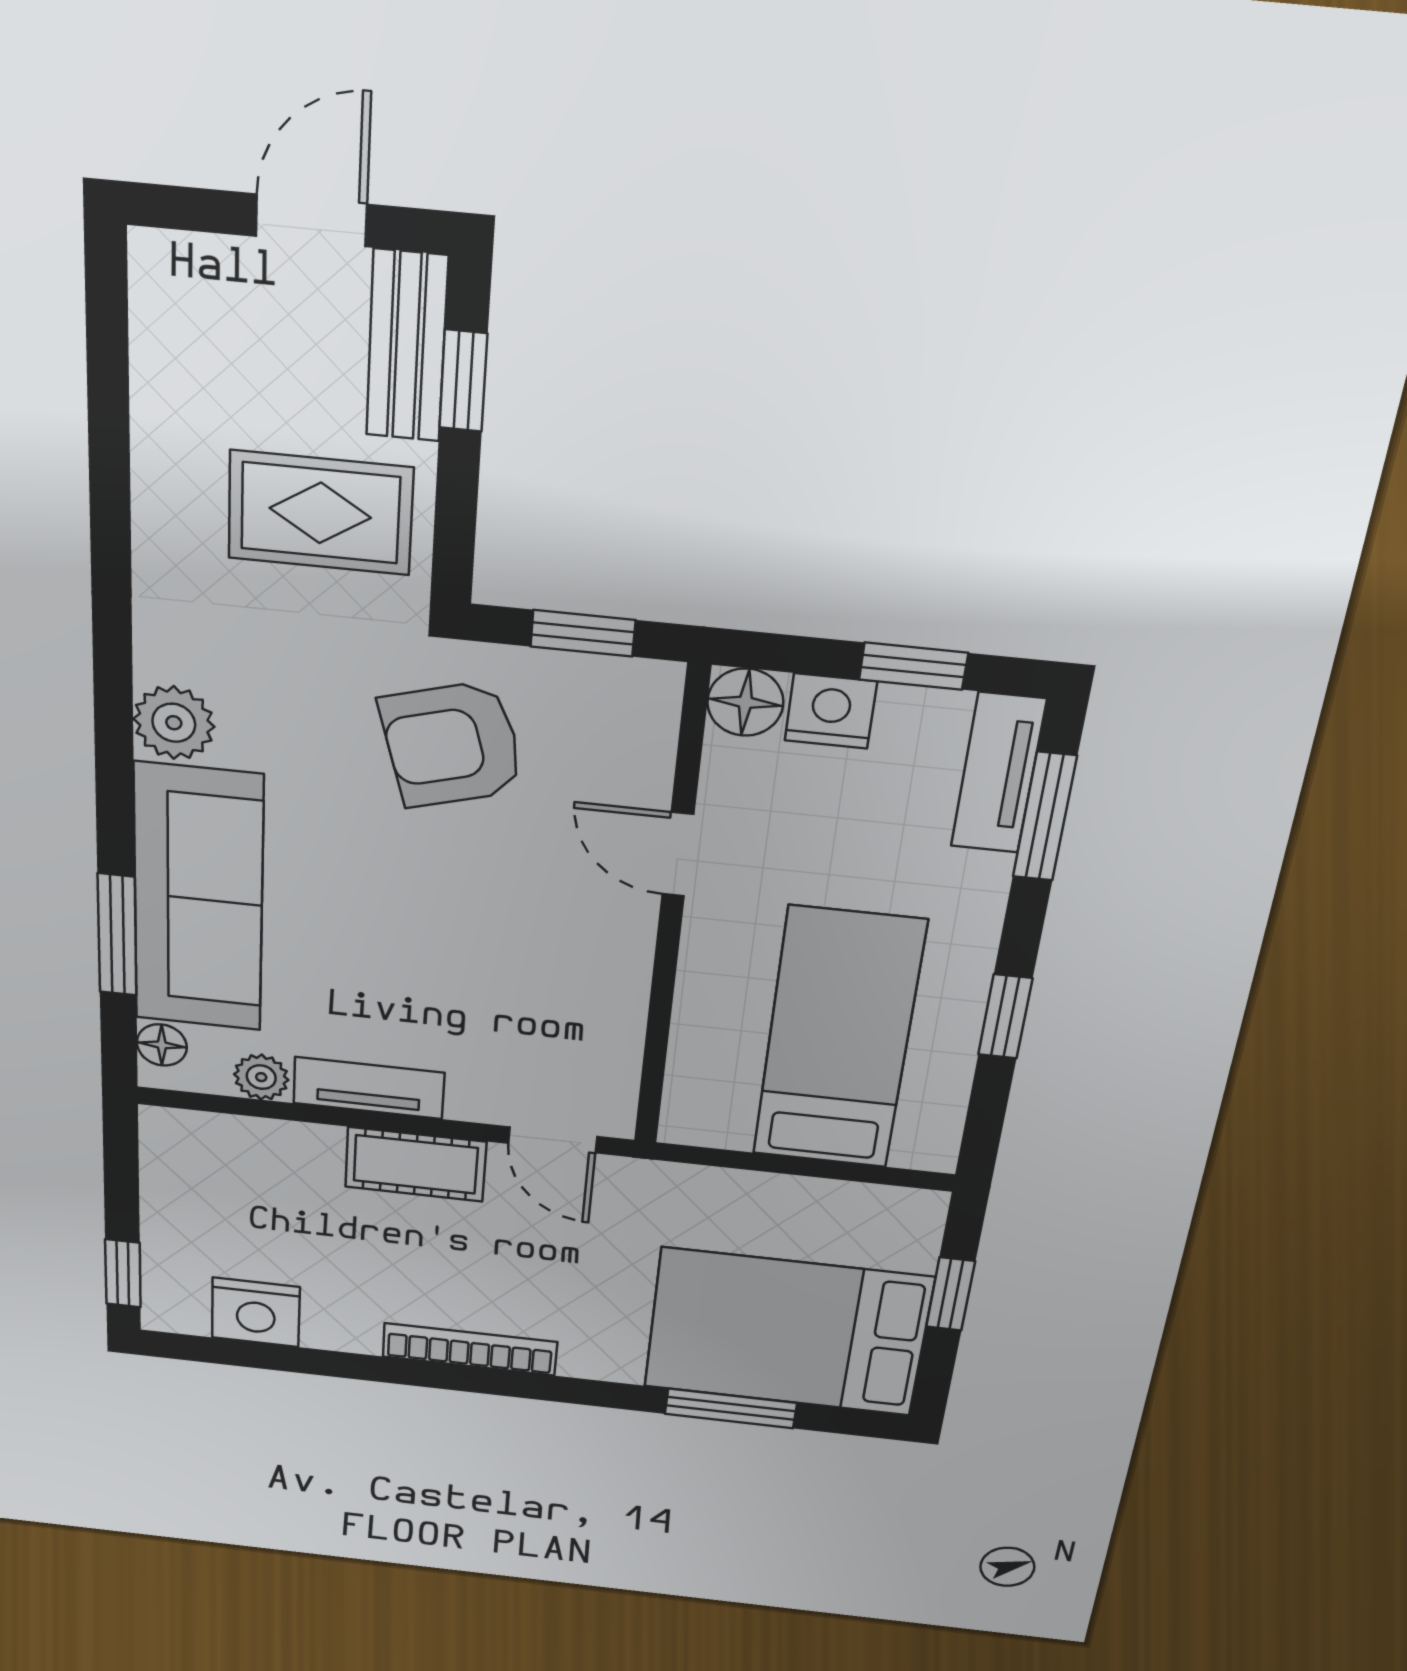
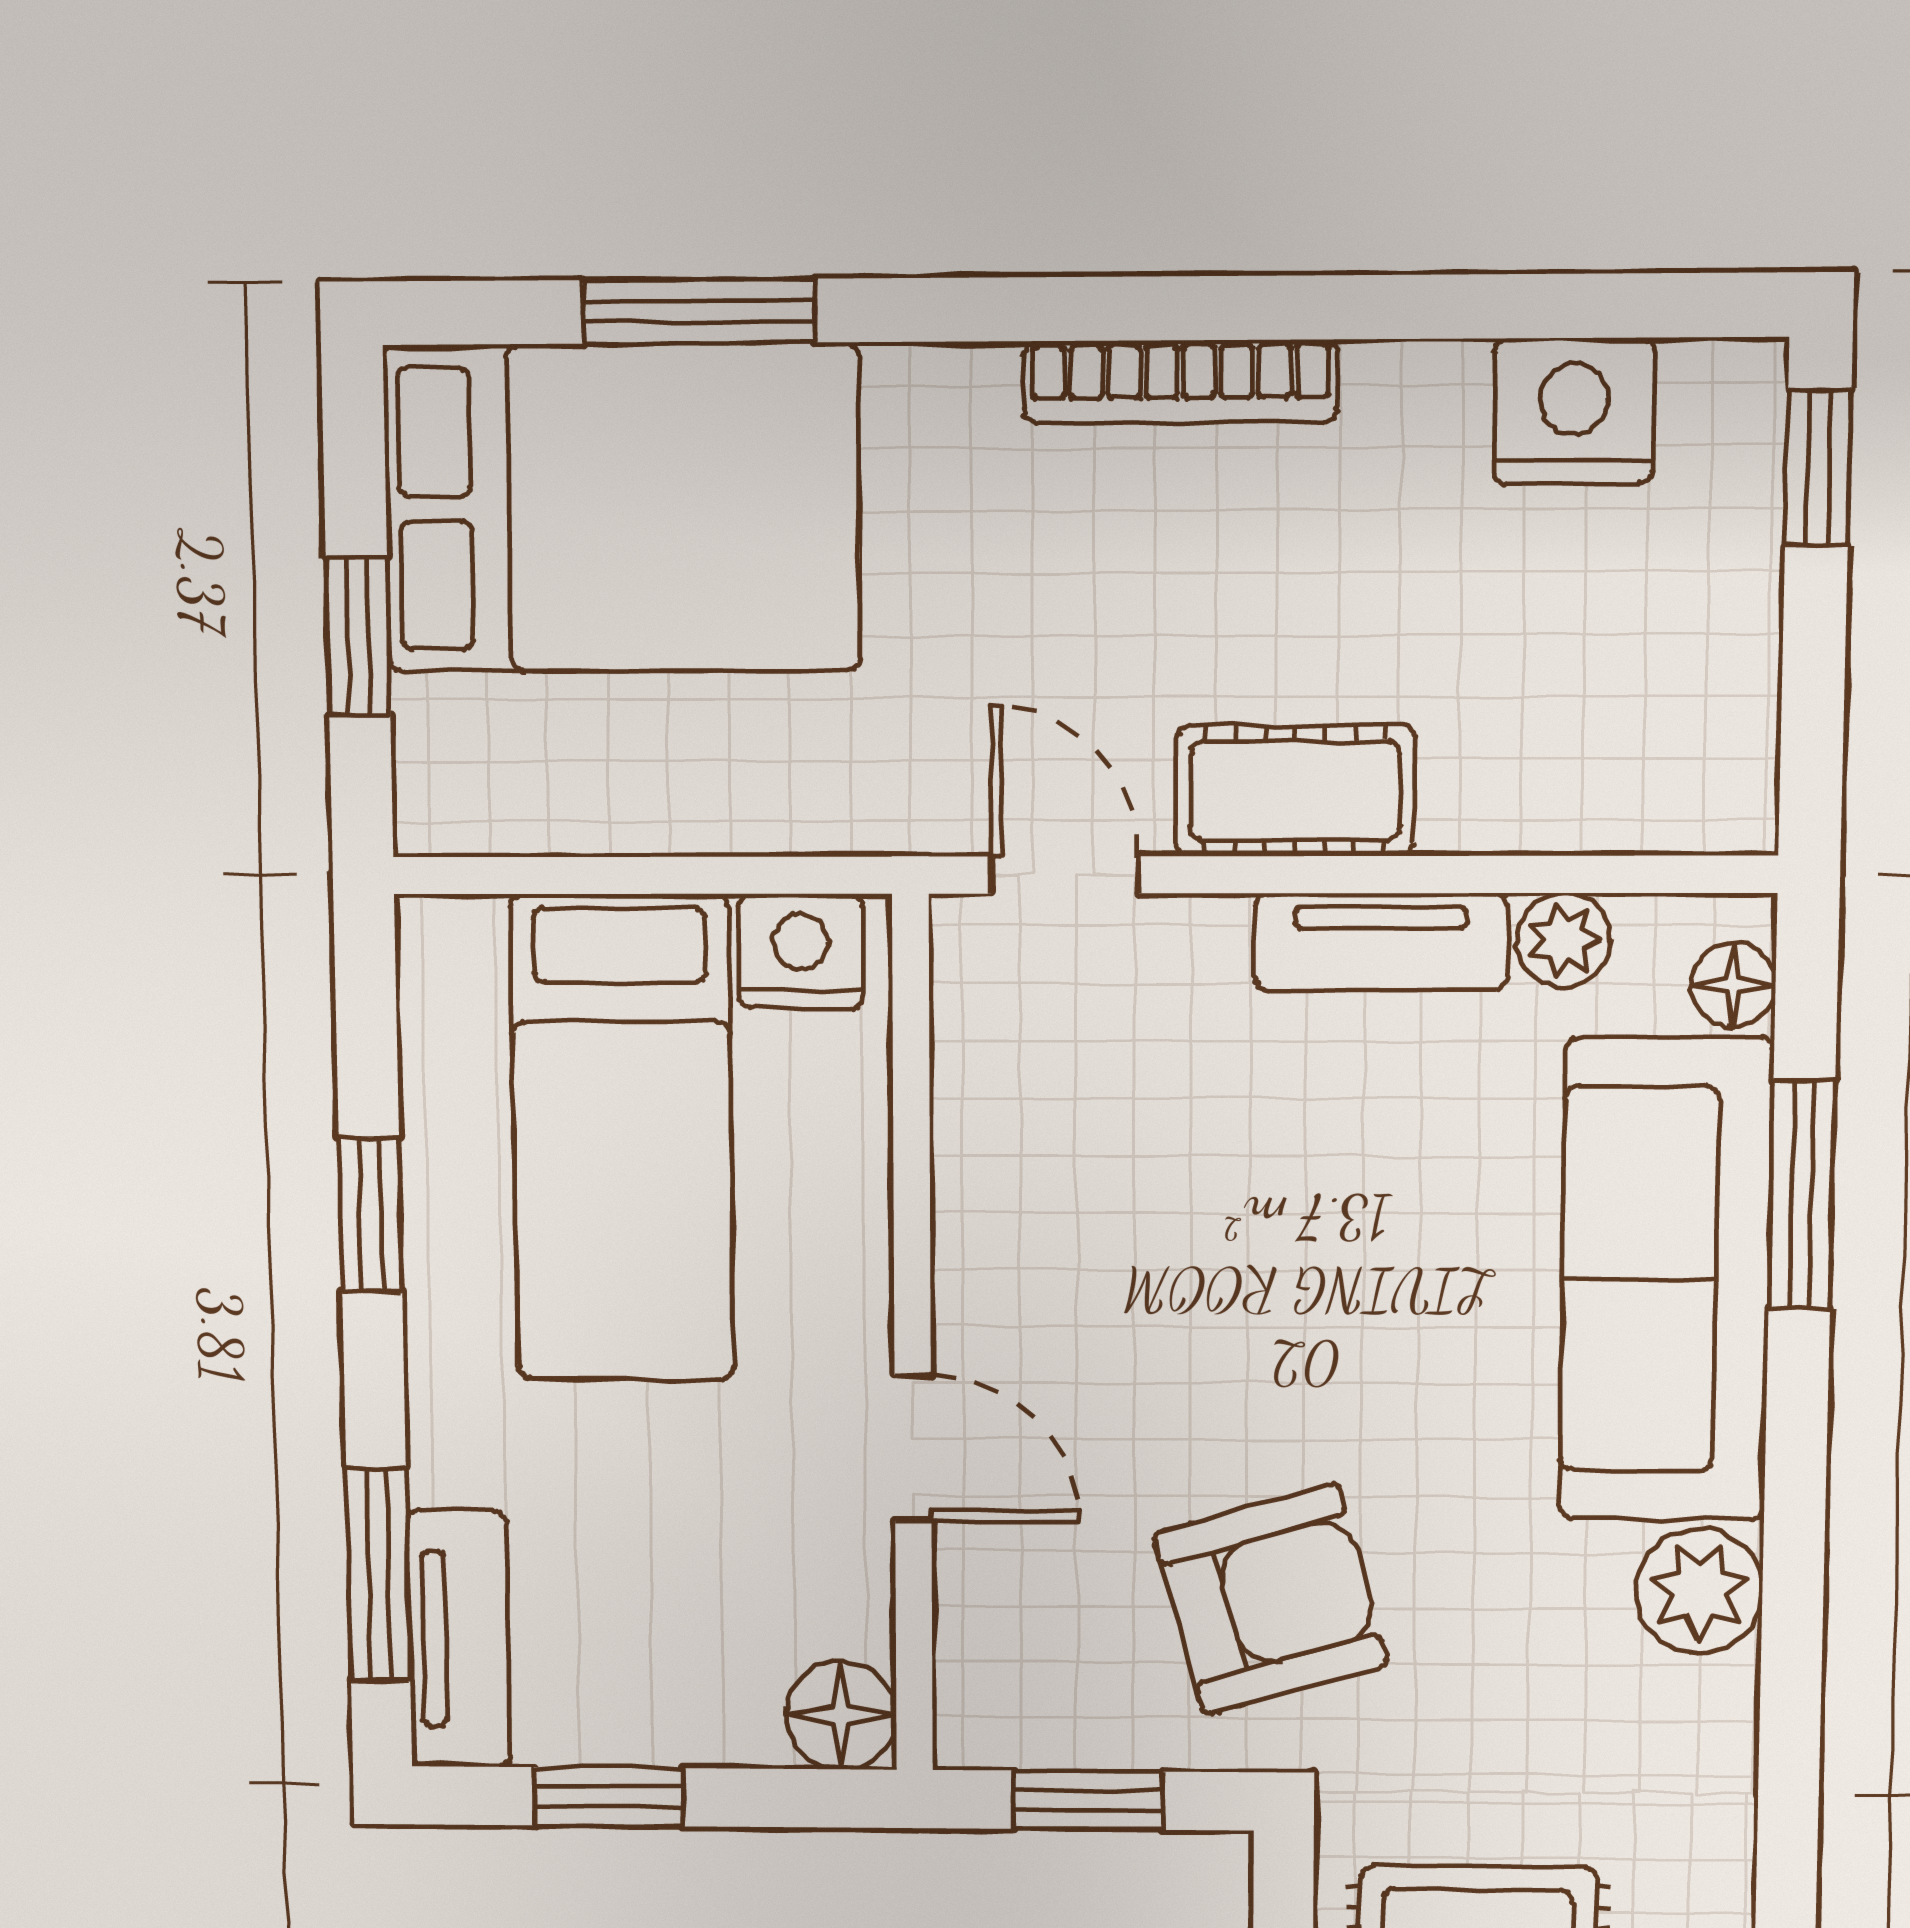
nightstand: (831, 711) -> (801, 951), moved, turned 180

